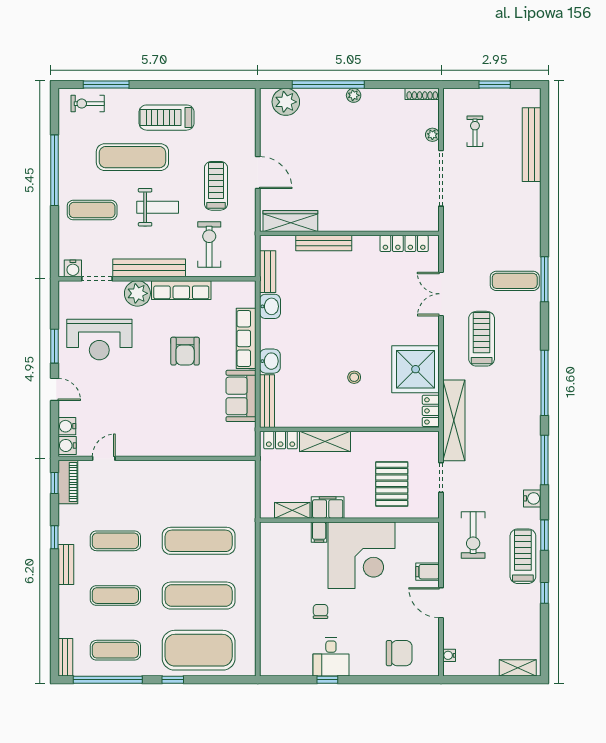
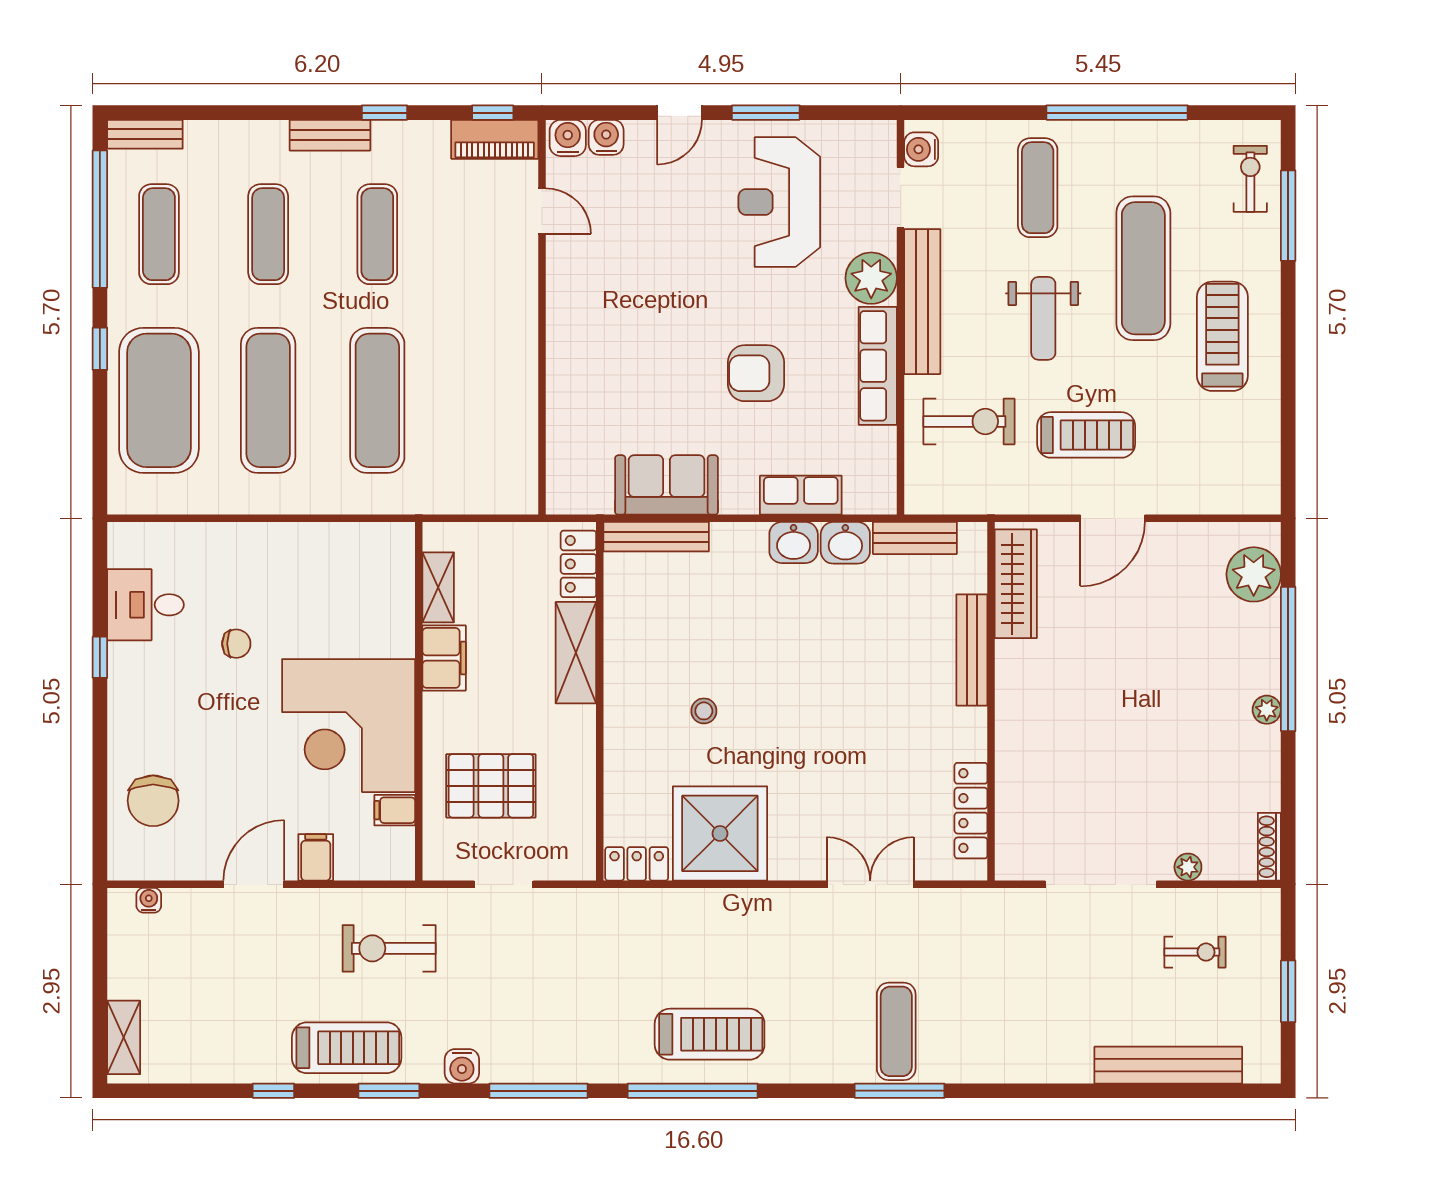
row of seats: (246, 338) -> (801, 495), width x0.68
treadmill: (482, 339) -> (710, 1034), moved
washbasin: (270, 361) -> (794, 543), moved
shelving: (454, 420) -> (618, 910), removed
filing cabinet: (319, 532) -> (395, 810), moved
desk: (331, 657) -> (145, 605), moved

